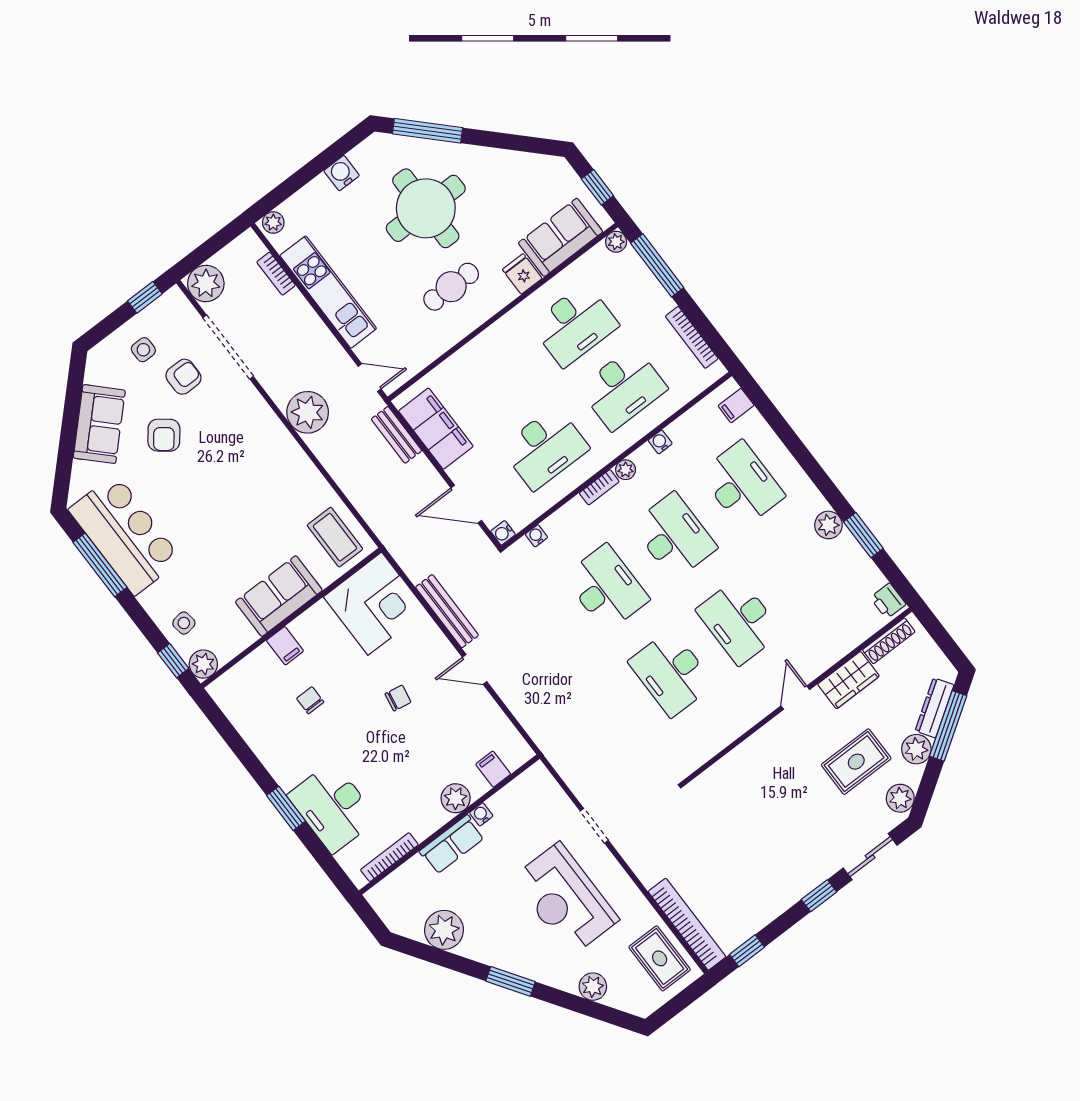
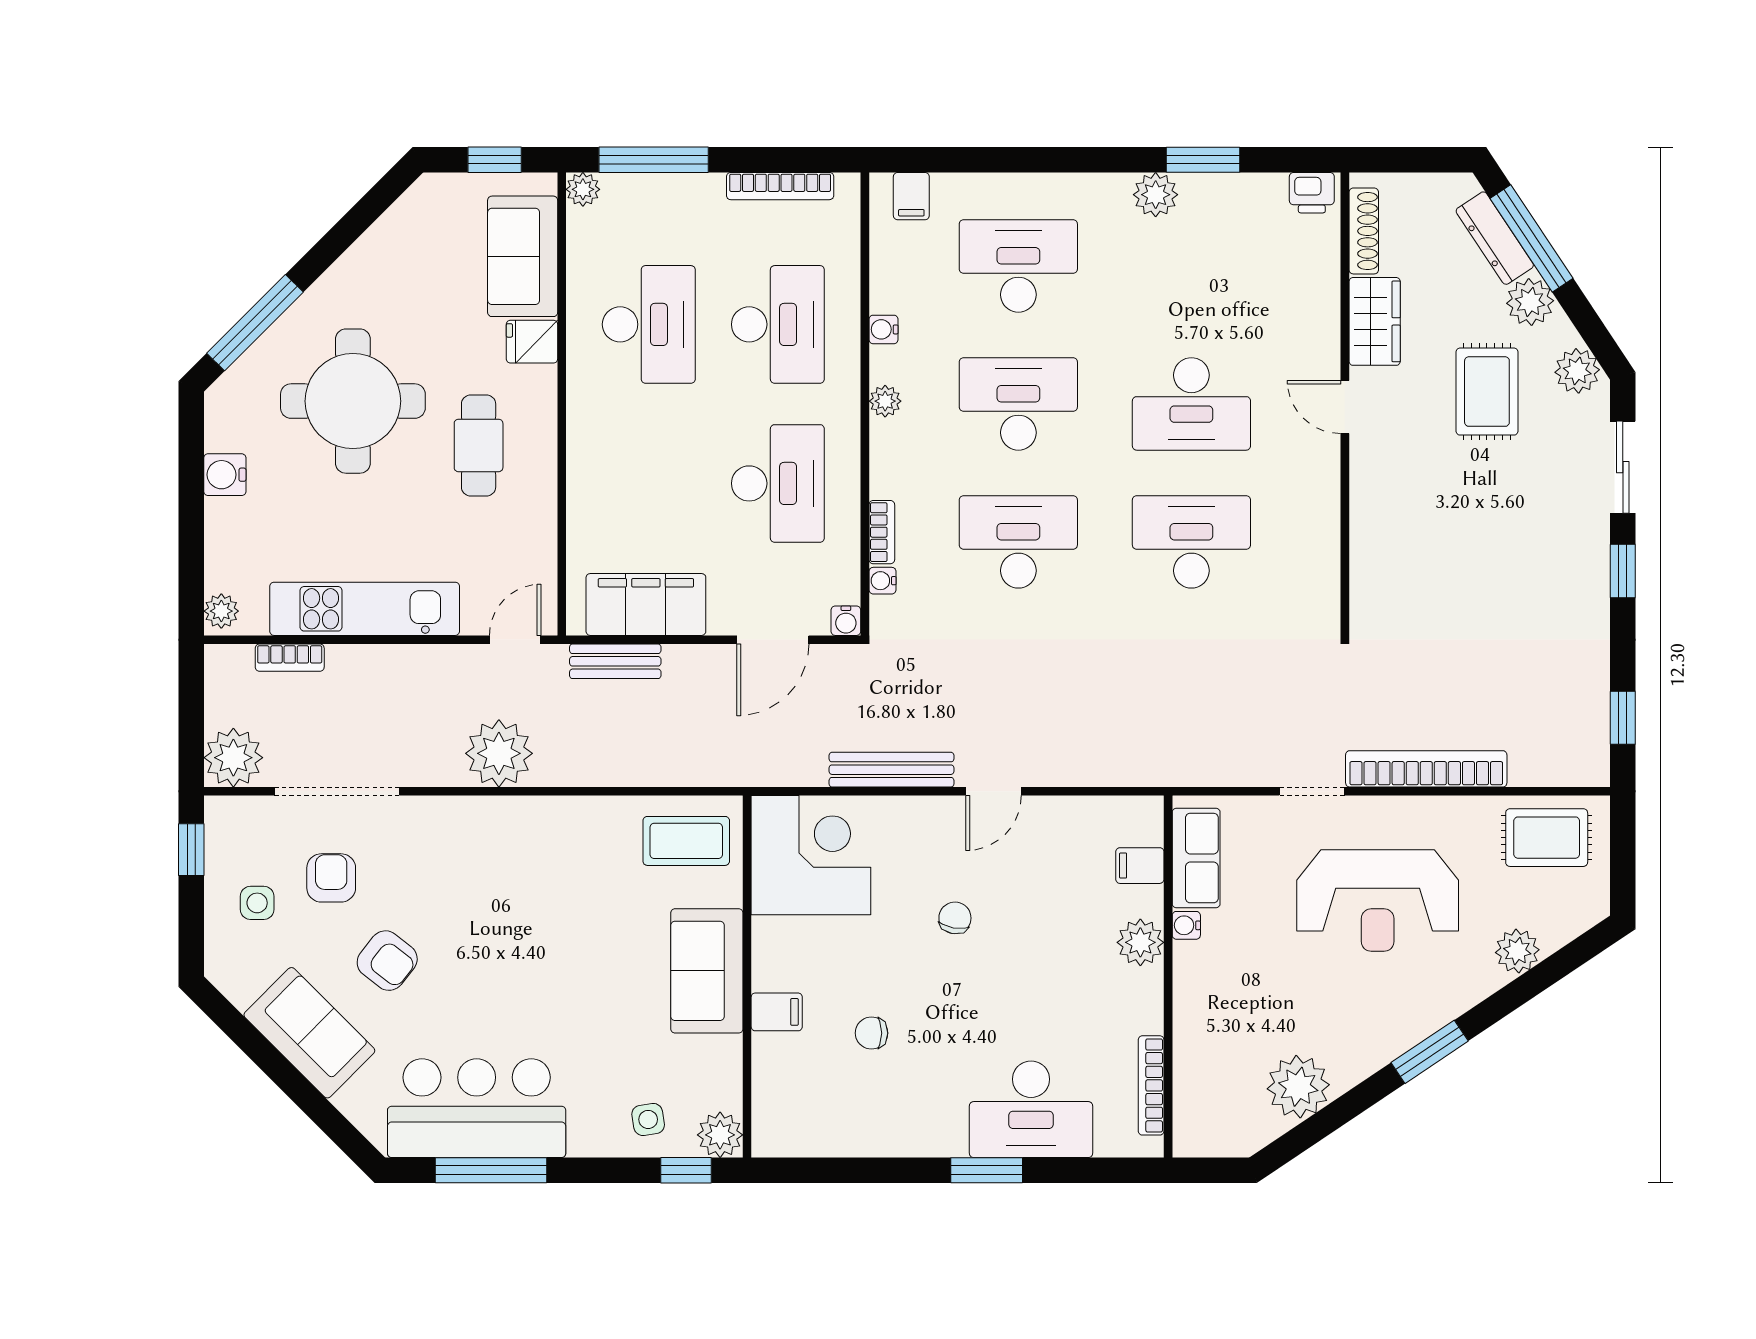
bookcase: (599, 487) -> (882, 532), moved
desk: (671, 673) -> (1191, 542), turned 180
row of seats: (452, 844) -> (1196, 858), moved
bookcase: (687, 924) -> (1426, 769), moved

